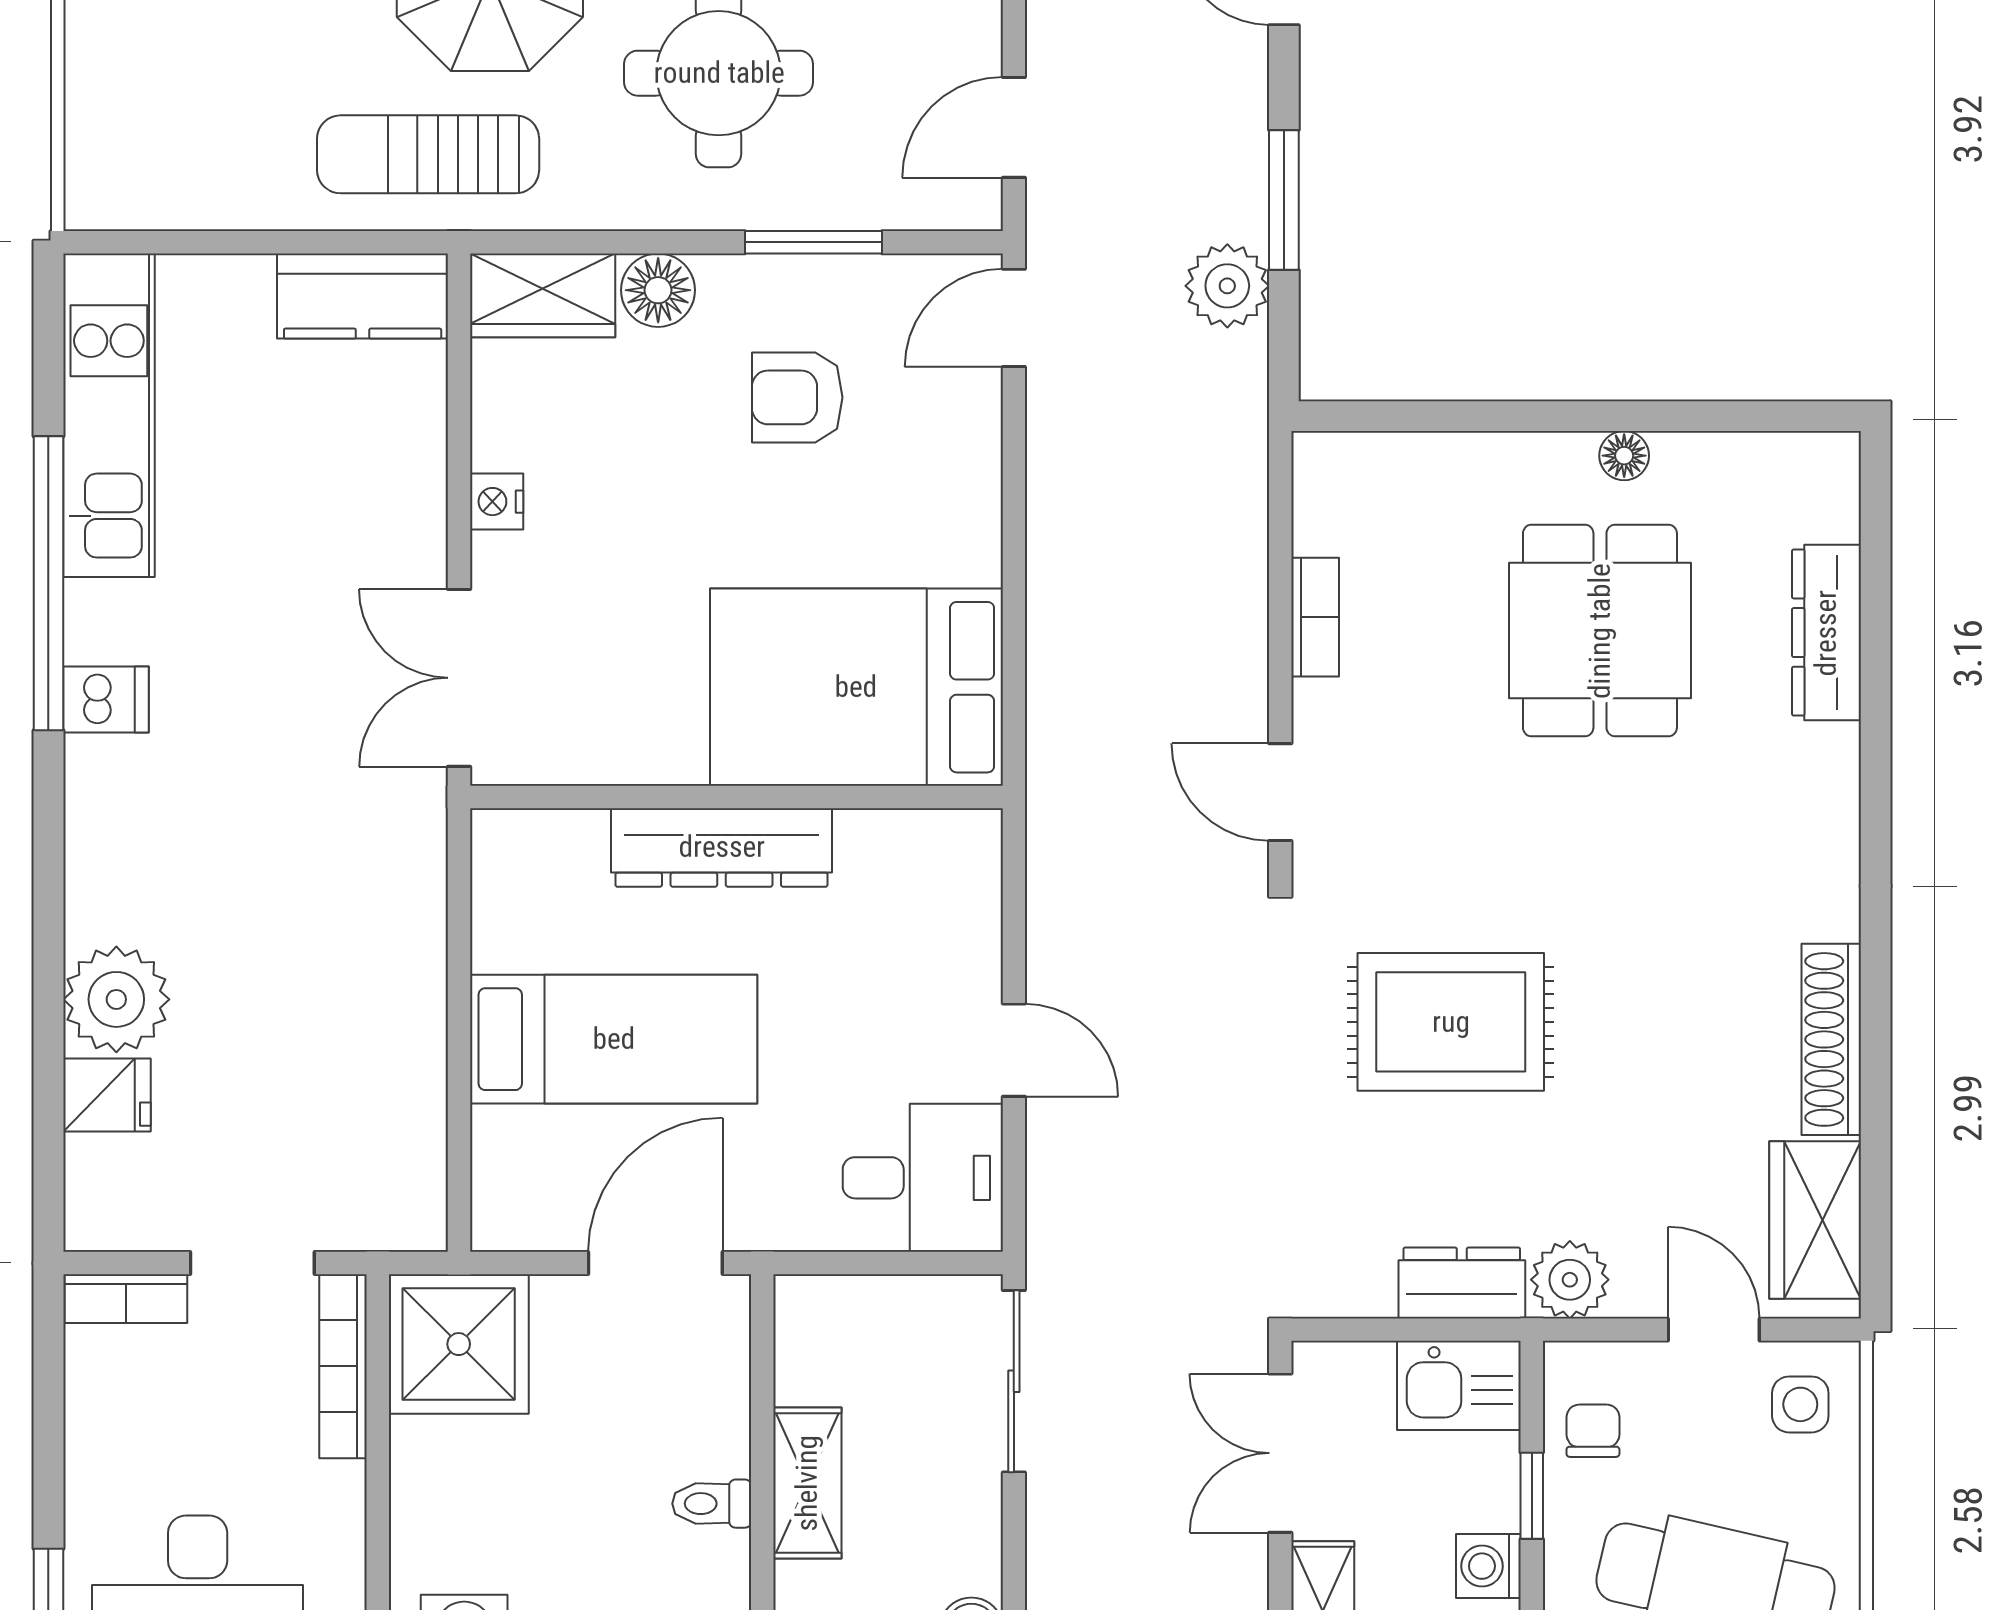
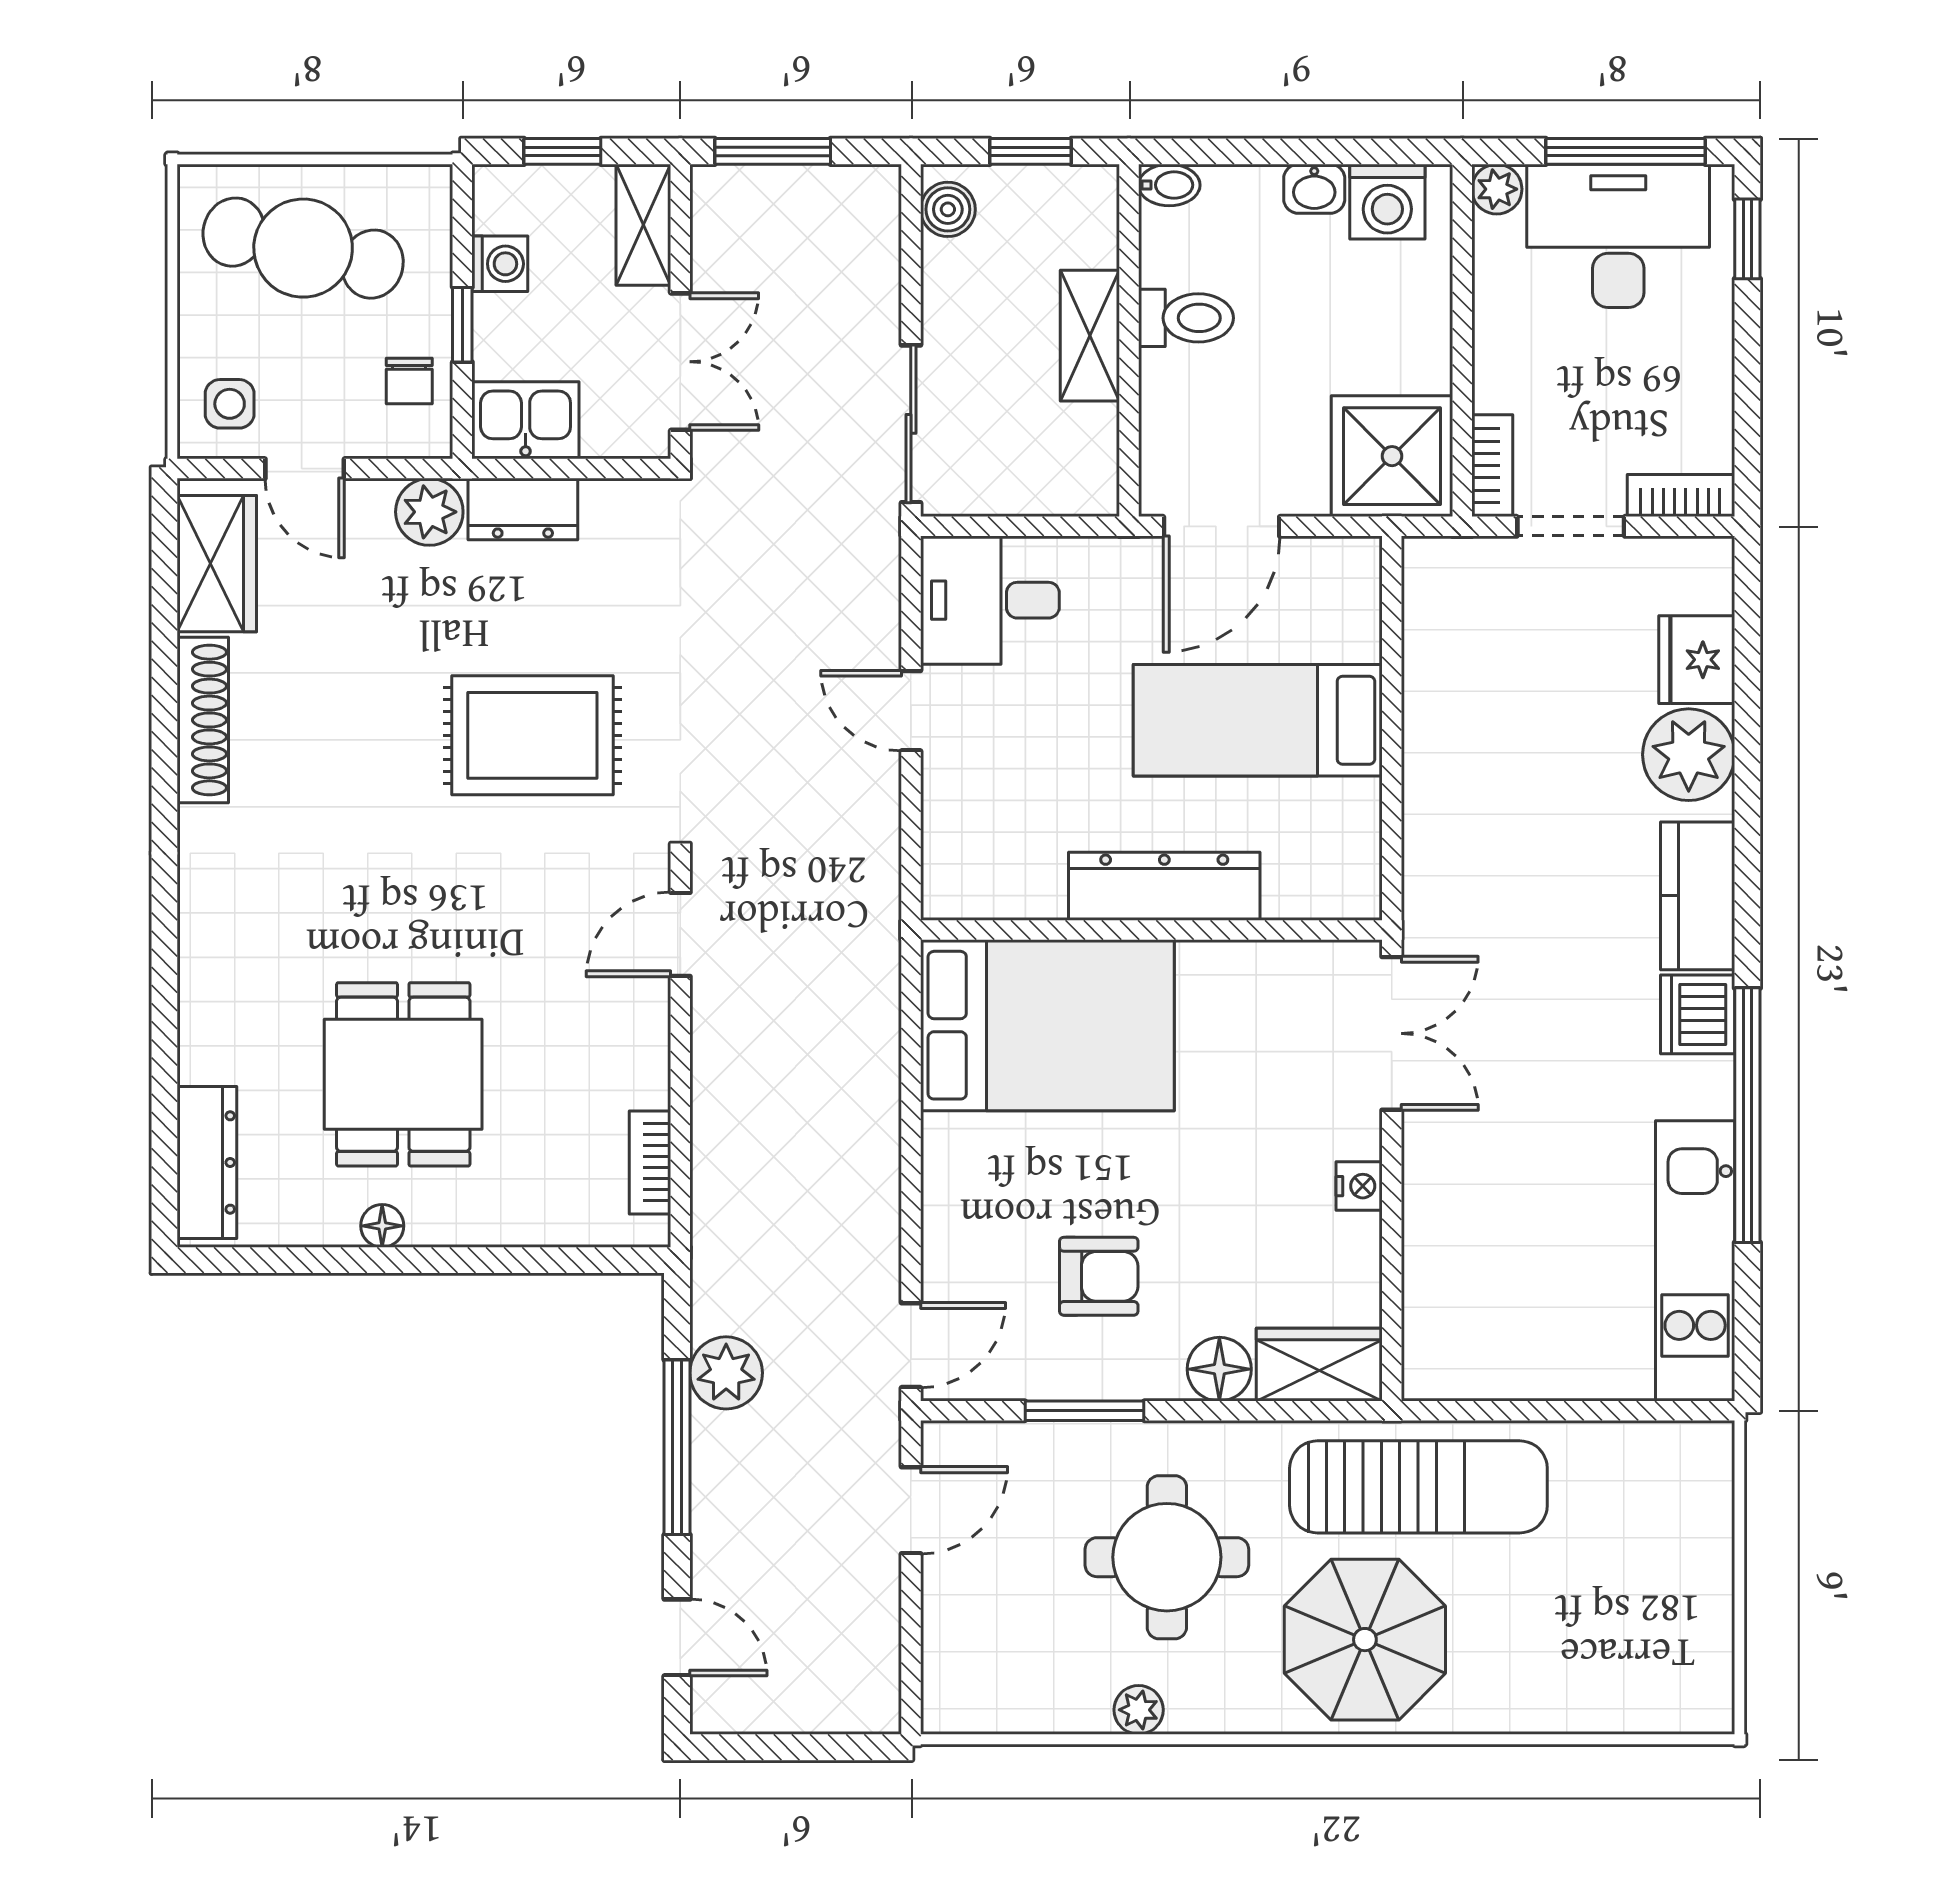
sun lounger: (428, 154) -> (1418, 1487), width x1.36, depth x1.34
window: (1284, 200) -> (677, 1447), width x1.44
kitchen counter: (363, 296) -> (1698, 896), moved, turned -90
bookcase: (1315, 617) -> (650, 1162), moved
dresser: (1826, 633) -> (207, 1162), moved
dishwasher: (106, 700) -> (1698, 1014), width x1.38
door: (1280, 792) -> (680, 934), swing flipped
fridge: (107, 1095) -> (1697, 660), width x1.38
bookcase: (343, 1366) -> (1492, 466), width x0.64
toilet: (712, 1504) -> (1186, 318), width x1.37, depth x1.39

